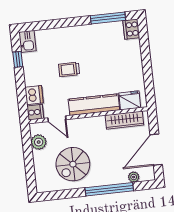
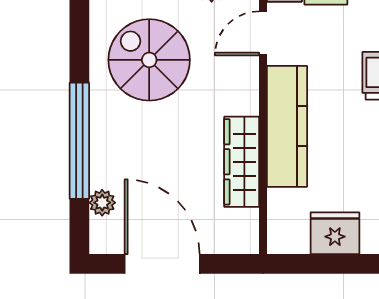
fridge: (130, 100) -> (335, 233), moved, turned -90
wardrobe: (124, 120) -> (242, 162), moved

